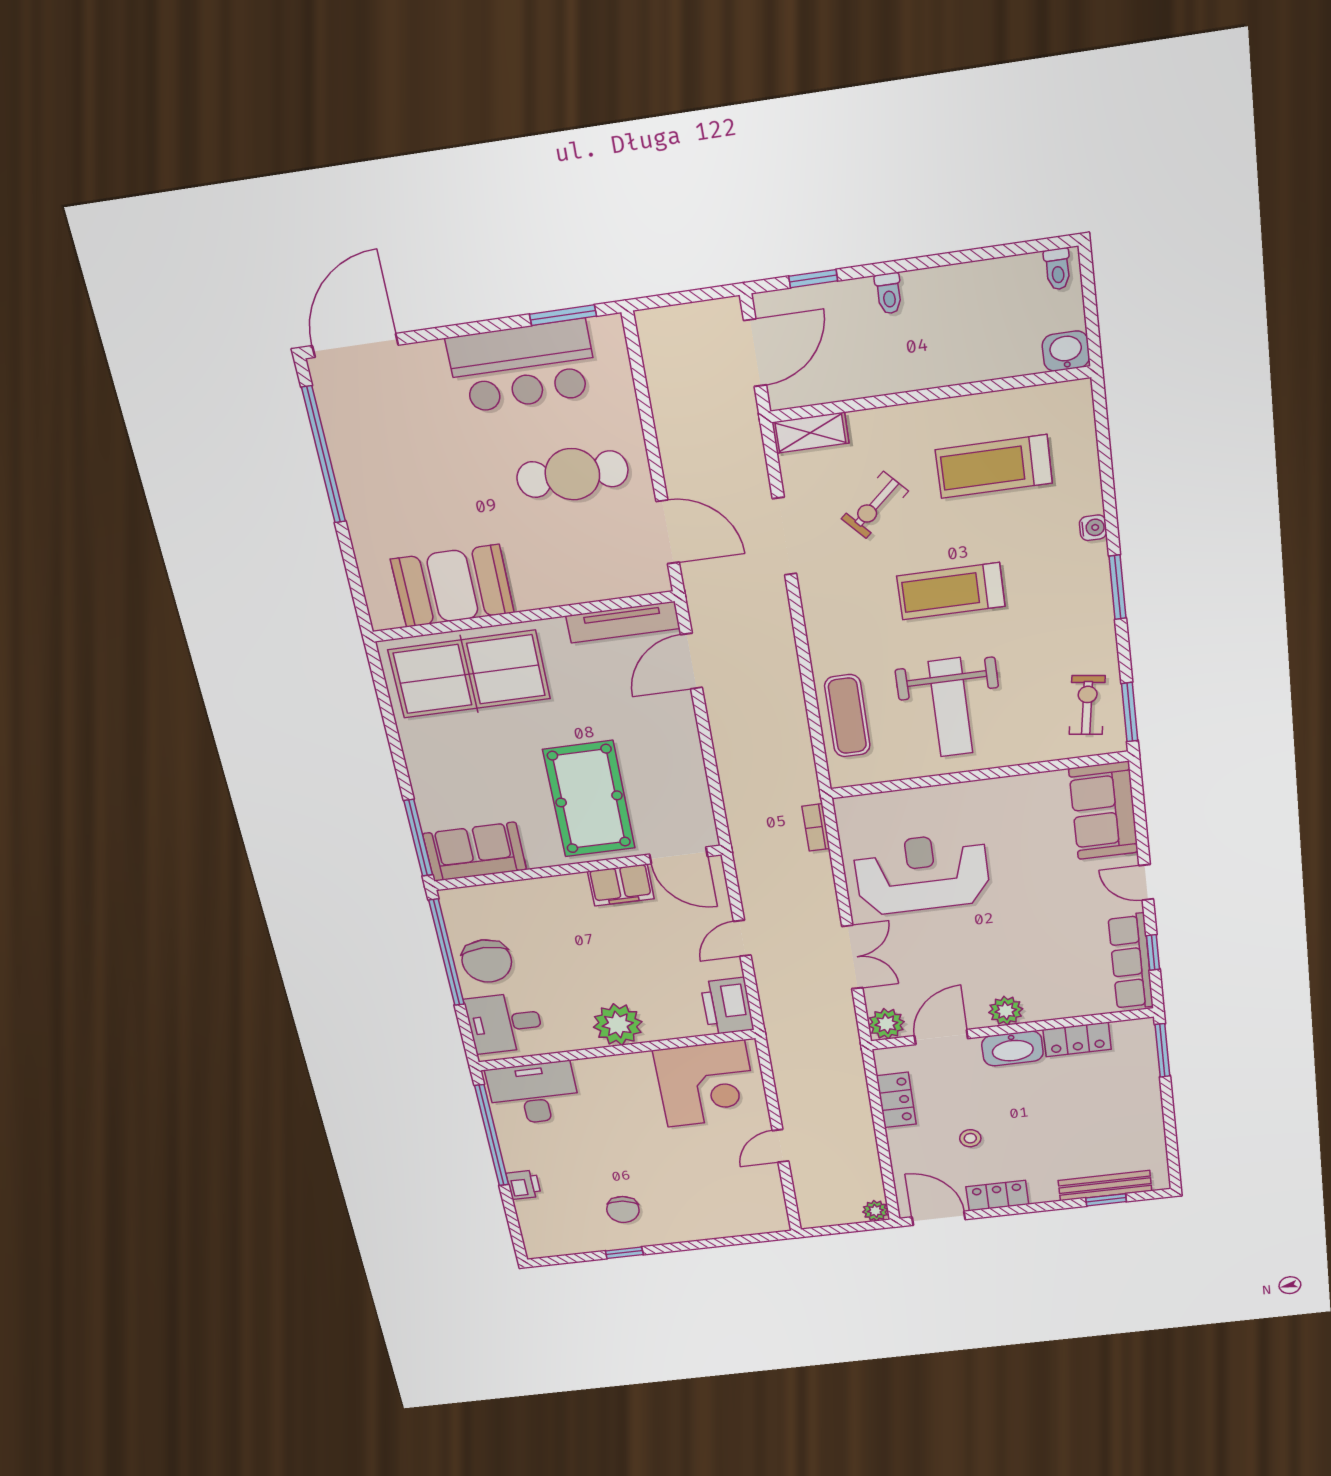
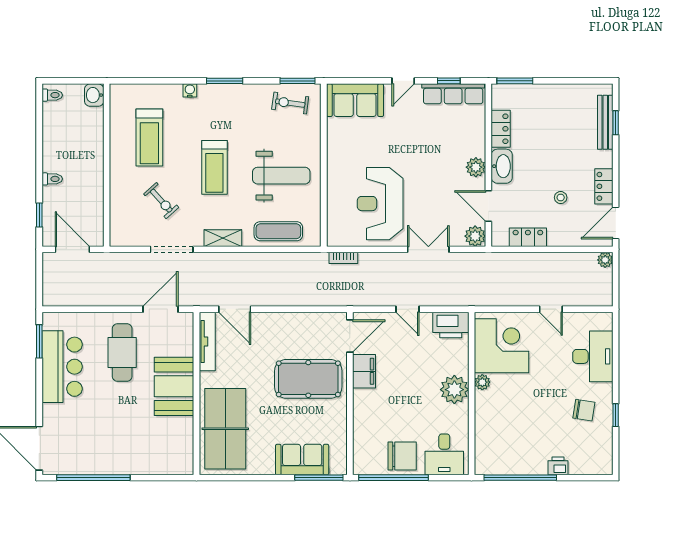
shelving: (810, 433) -> (223, 238), moved, turned 90
booth: (452, 586) -> (174, 386), moved
sofa: (475, 852) -> (302, 460), moved, turned 90
plant: (639, 1063) -> (482, 382), added
desk: (534, 1093) -> (593, 356), moved, turned 180

